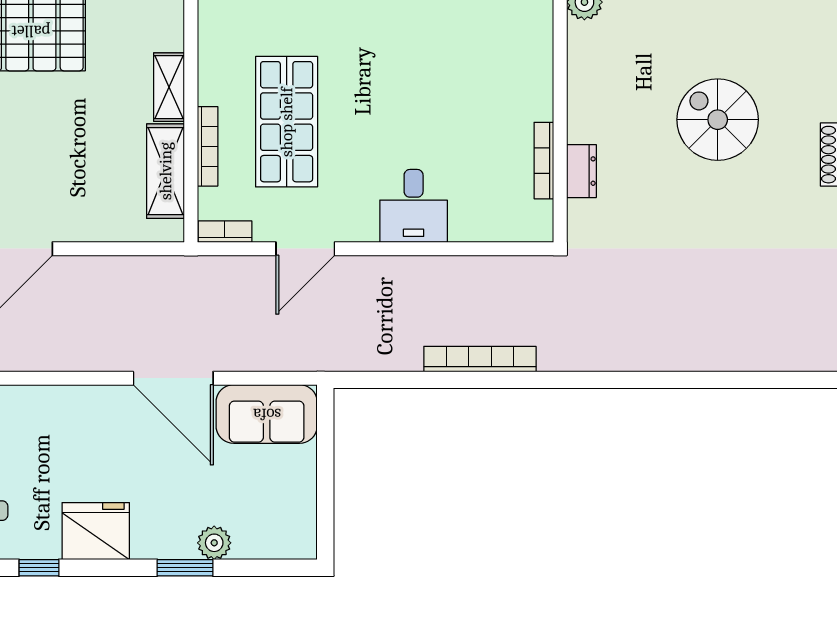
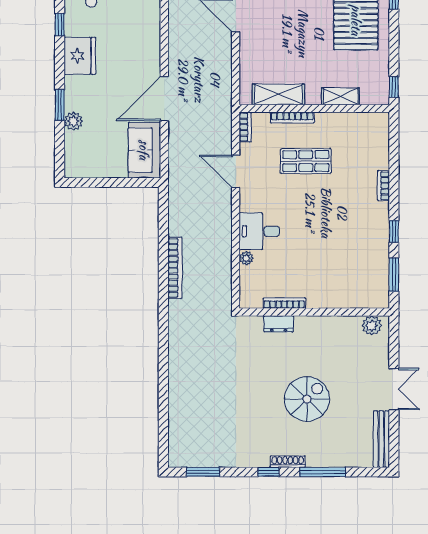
shelving: (169, 87) -> (340, 96), moved
shop shelf: (287, 122) -> (306, 161), width x0.70, depth x0.74
plant: (463, 230) -> (246, 258), added

